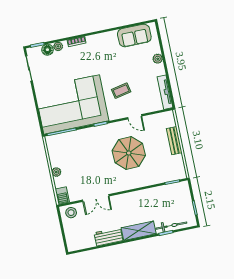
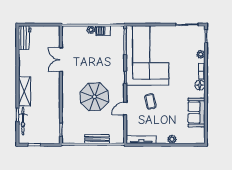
sofa: (134, 35) -> (197, 113), moved
floor lamp: (47, 50) -> (200, 85), moved
barbecue: (62, 196) -> (103, 31), moved
stool: (71, 213) -> (53, 35), removed
workbench: (108, 237) -> (25, 38), moved

